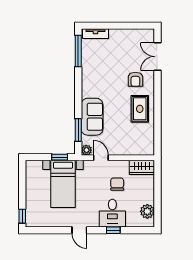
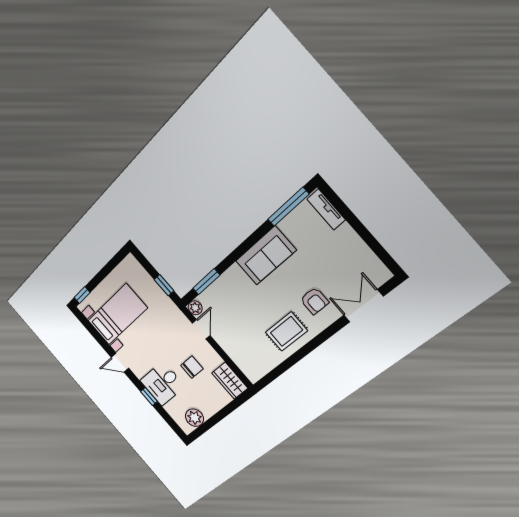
armchair: (135, 79) -> (314, 301), turned -90
sofa: (92, 117) -> (266, 256), moved
bed with nightstands: (63, 184) -> (117, 314), moved, turned 180
door: (79, 230) -> (120, 363), hinge flipped

